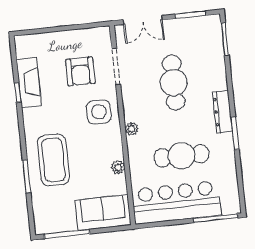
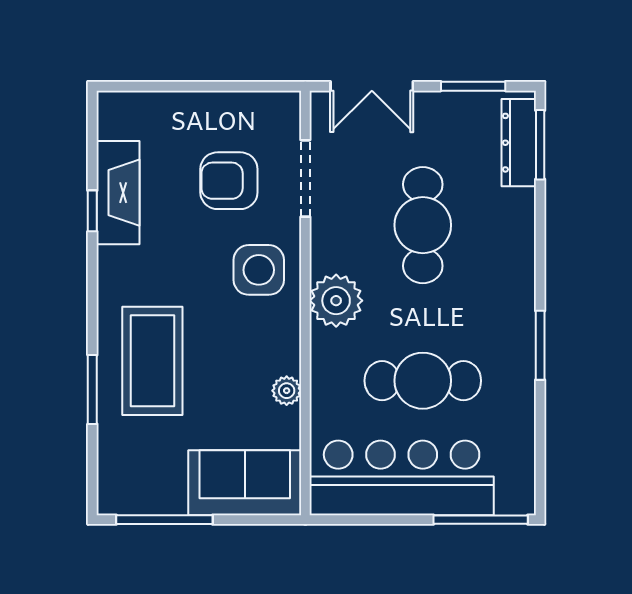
armchair: (80, 71) -> (229, 181), turned 90
dresser: (222, 112) -> (519, 143), moved
plant: (132, 129) -> (336, 301), width x1.88, depth x1.88

